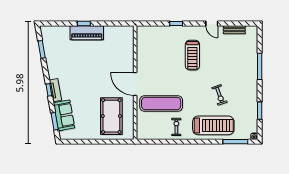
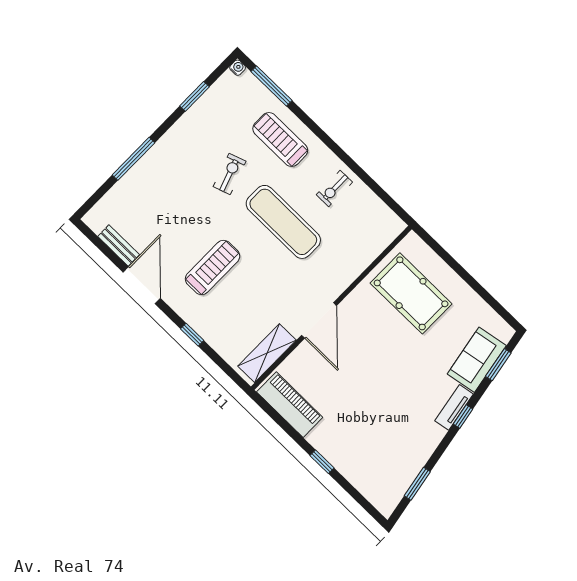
door: (212, 24) -> (142, 285), width x1.87
piano: (87, 33) -> (290, 405), moved
shelving: (142, 43) -> (267, 353), added
door: (135, 84) -> (319, 320), moved
exercise mat: (161, 103) -> (283, 222), moved
pool table: (111, 116) -> (411, 293), turned 90
treadmill: (213, 125) -> (280, 139), width x0.73, depth x0.73

